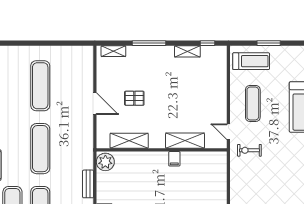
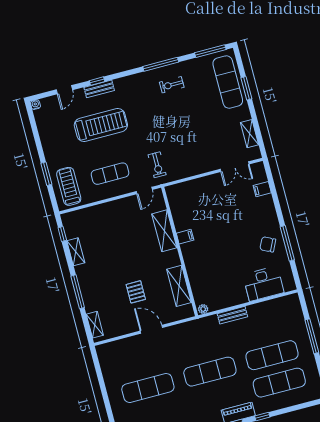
door: (95, 104) -> (151, 329), hinge flipped
plant: (105, 162) -> (203, 309), width x0.53, depth x0.53

